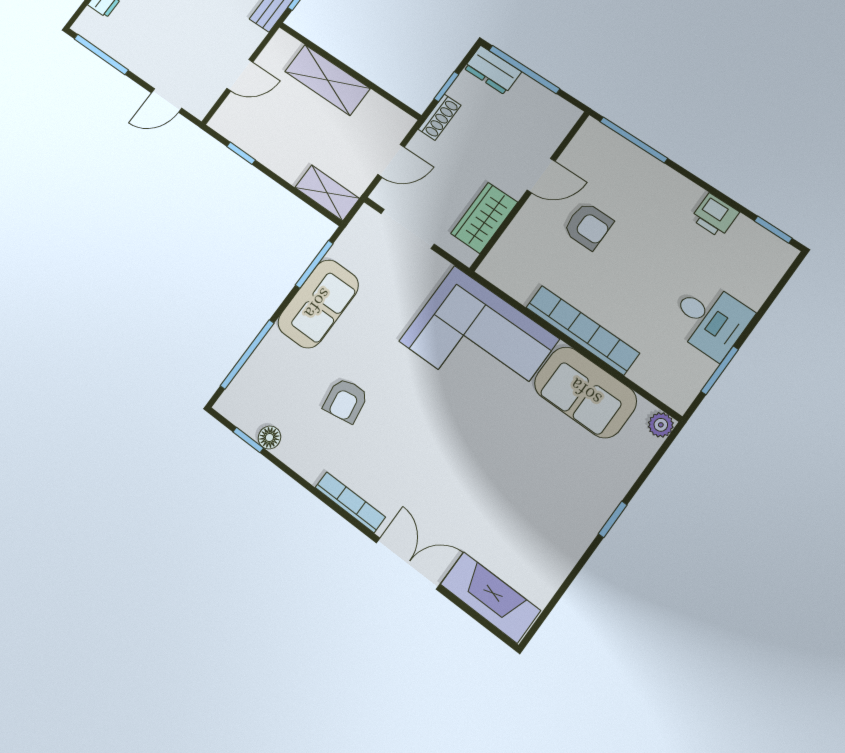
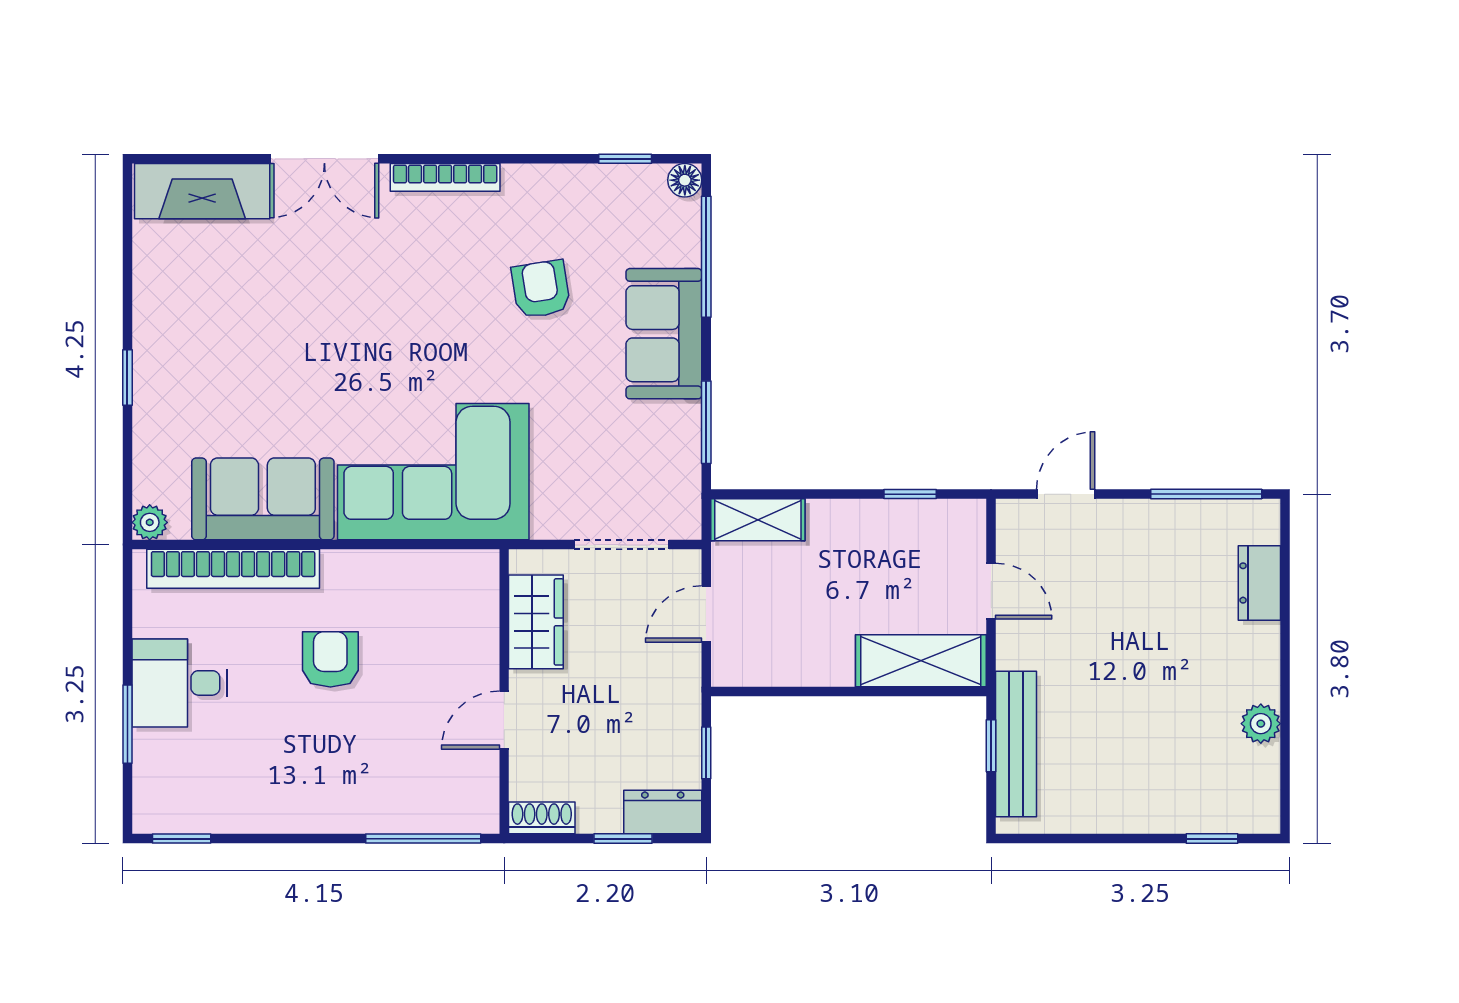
window: (524, 69) -> (623, 839), width x0.46
door: (240, 75) -> (991, 591), swing flipped
shelving: (327, 80) -> (921, 661), moved
shoe rack: (440, 117) -> (542, 818), moved, turned 90
printer: (715, 215) -> (261, 810), removed
armchair: (588, 226) -> (330, 659), moved, turned 90
sofa: (318, 304) -> (664, 334), moved
bookcase: (582, 330) -> (233, 569), moved
window: (720, 370) -> (127, 724), moved
floor lamp: (269, 438) -> (685, 180), moved

